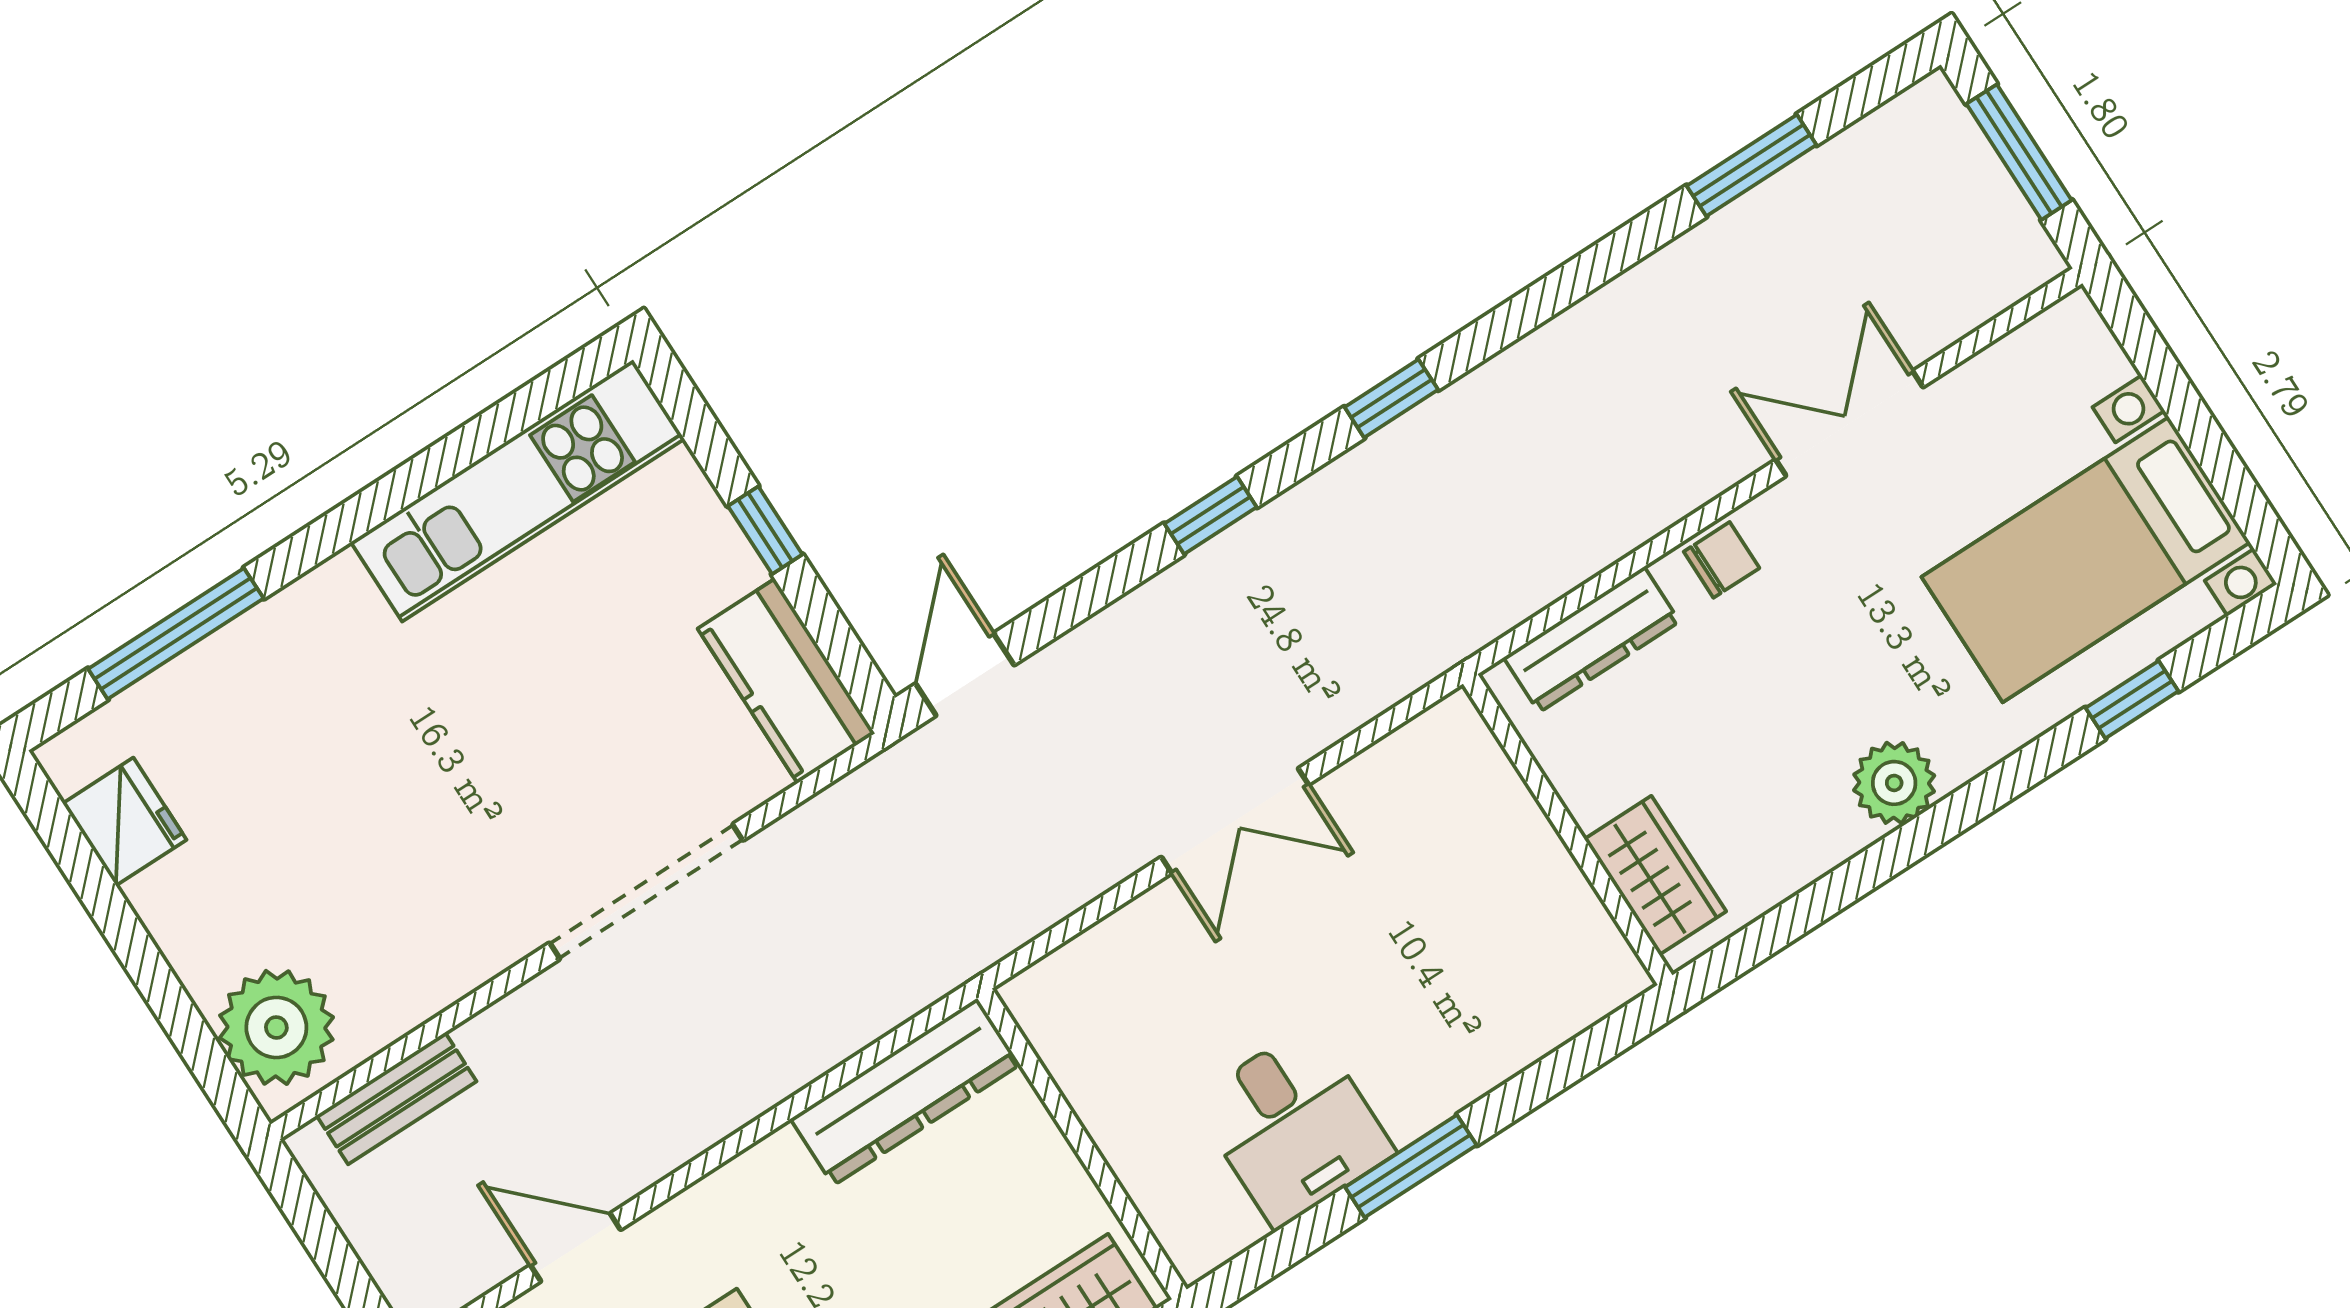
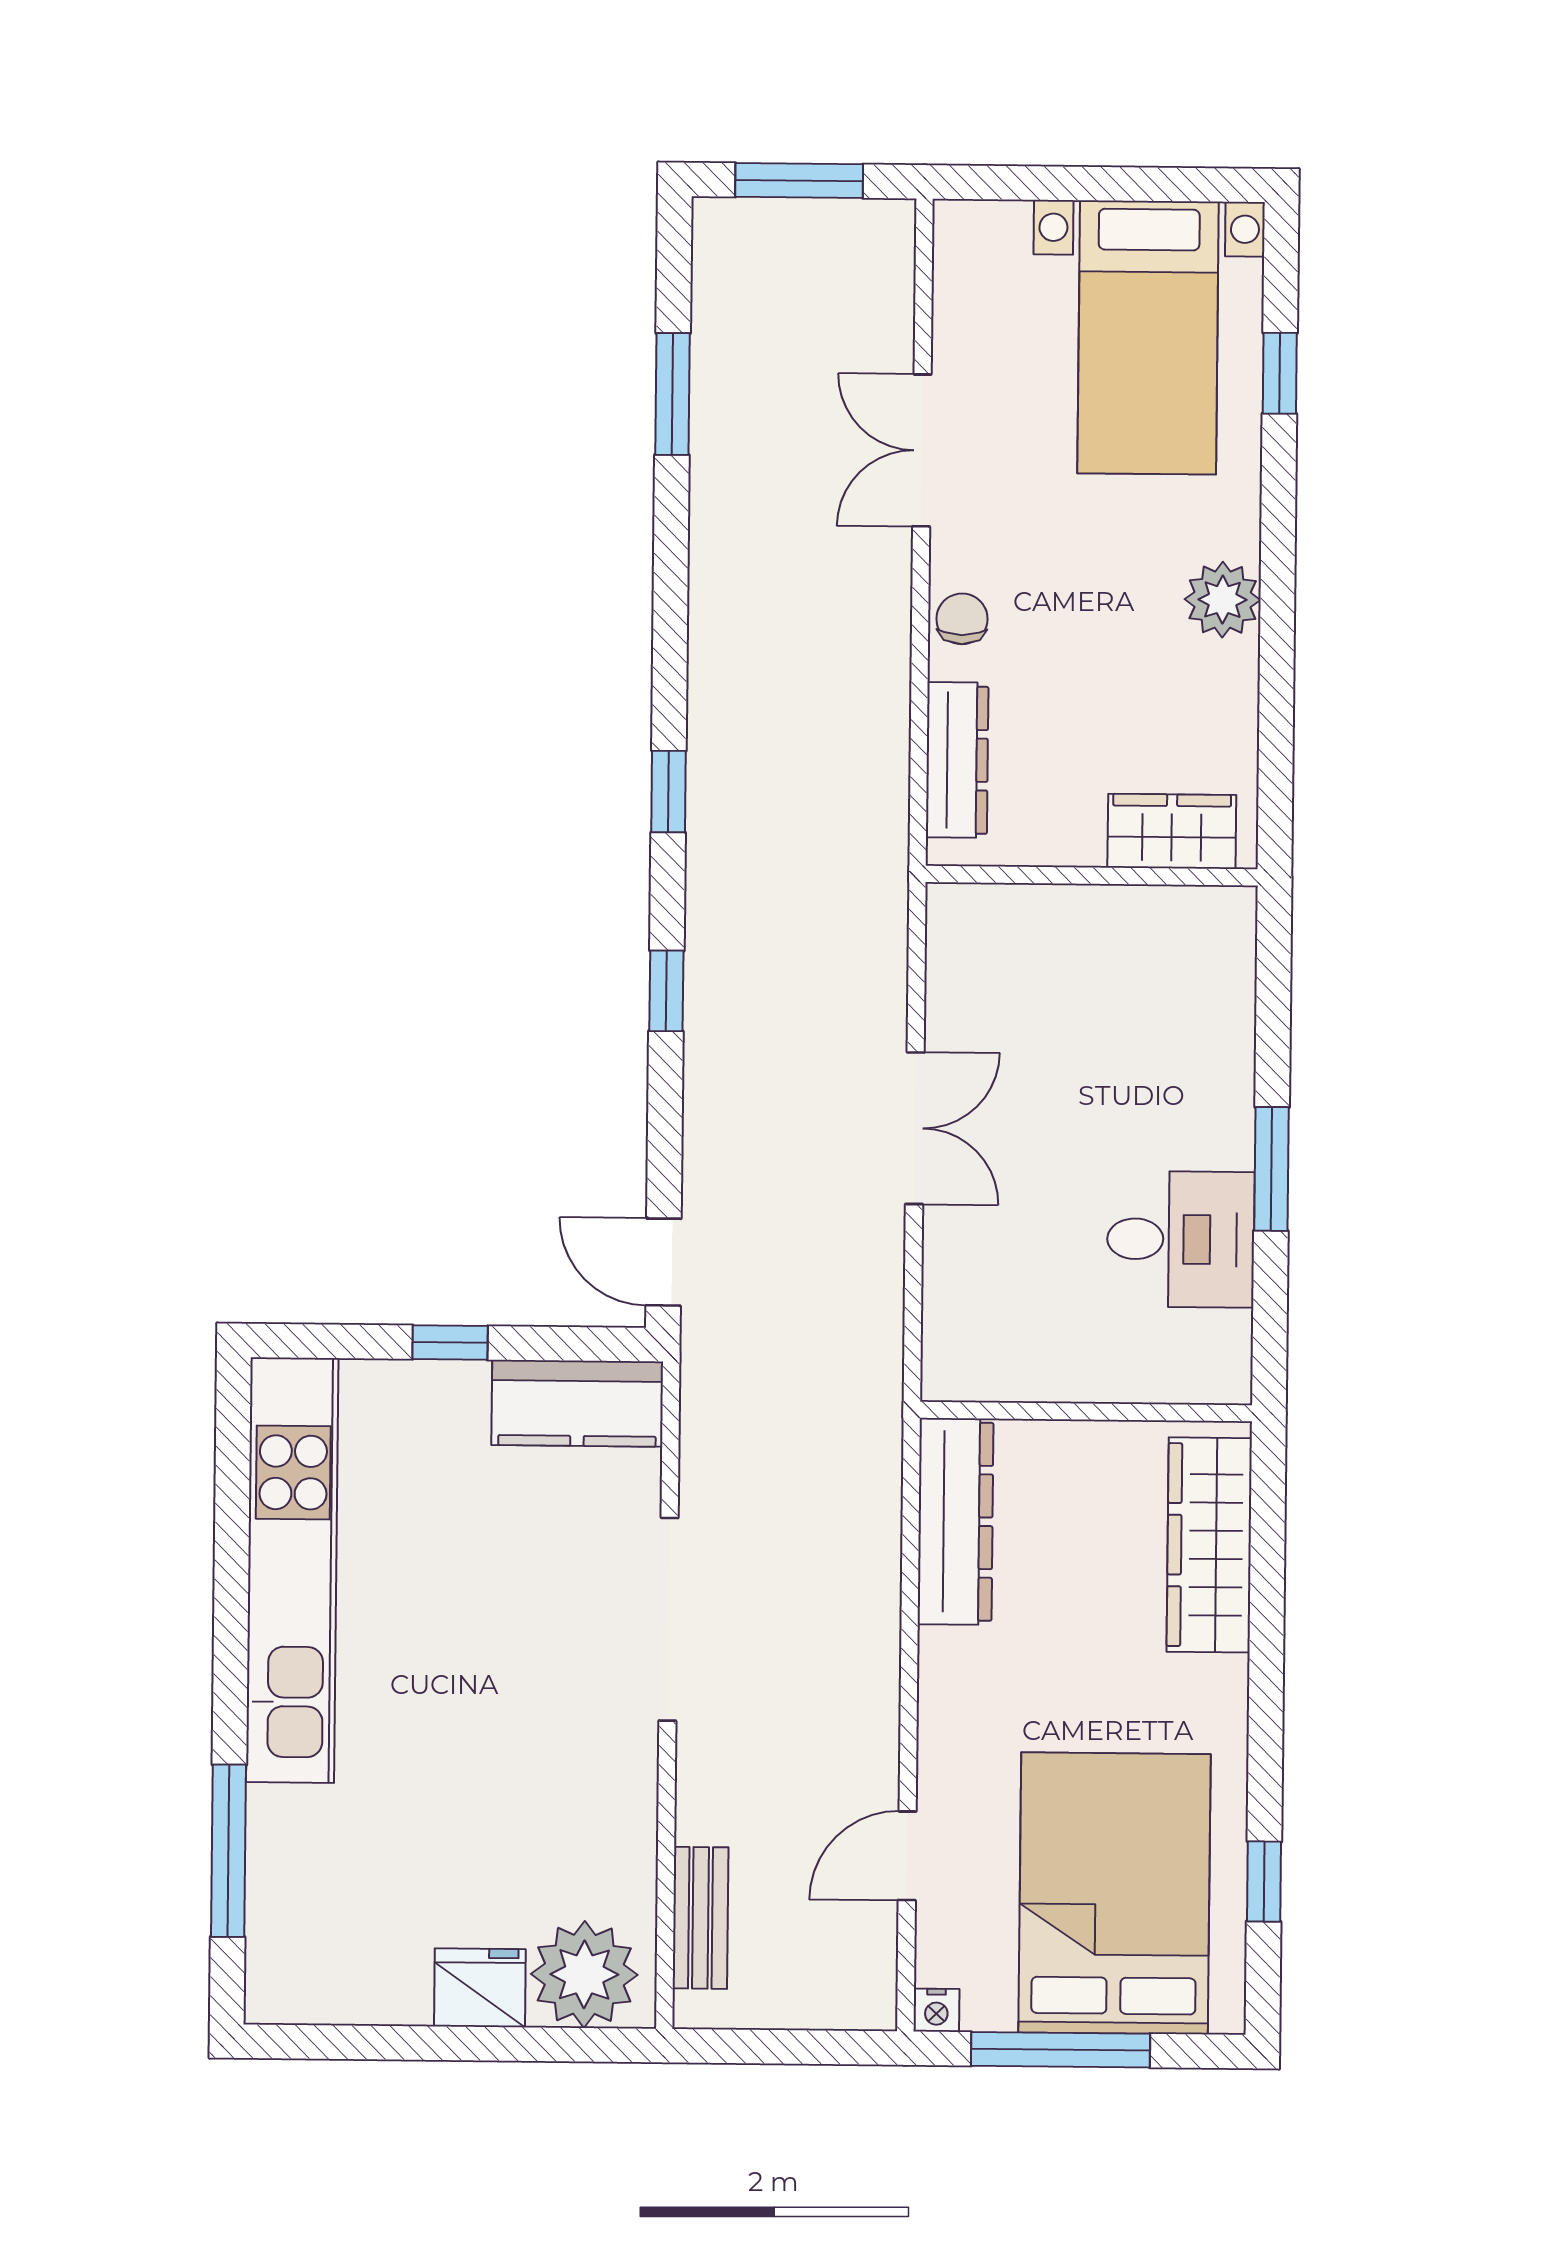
kitchen unit: (518, 490) -> (292, 1570), width x1.36
fridge: (125, 822) -> (480, 1988), moved

